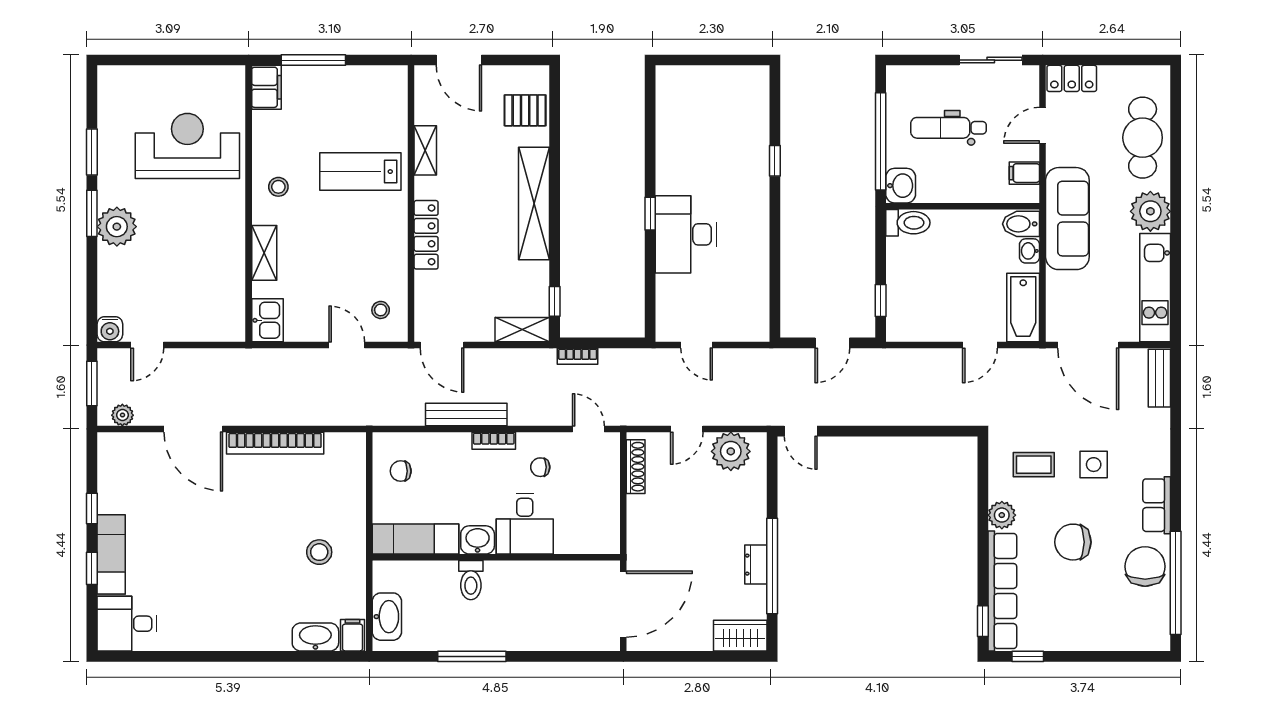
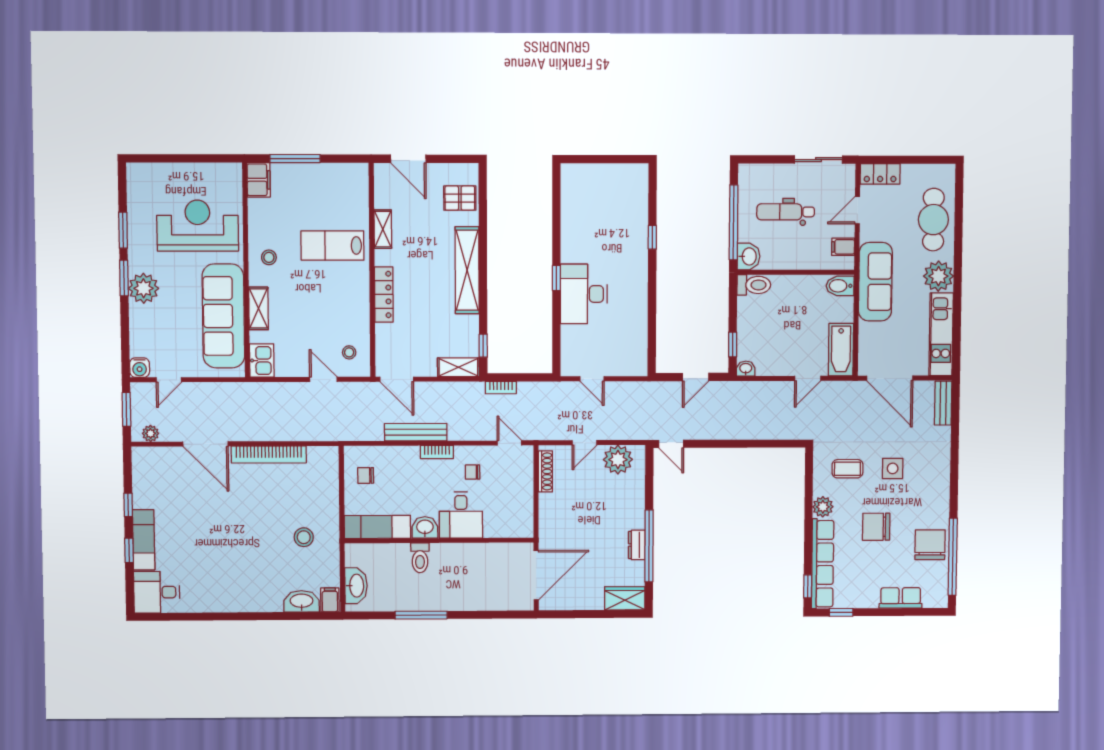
washbasin: (1030, 251) -> (746, 369), moved, turned 90
sofa: (219, 262) -> (223, 316), added
row of seats: (1157, 505) -> (901, 598), moved, turned 90

